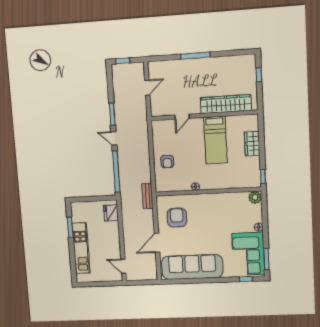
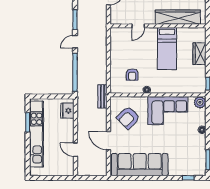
door: (114, 138) -> (75, 42), hinge flipped
armchair: (167, 162) -> (132, 75), moved
armchair: (177, 218) -> (128, 118), turned -134
door: (157, 243) -> (108, 141), hinge flipped
kitchen unit: (81, 248) -> (37, 134), width x1.36
corner sofa: (248, 254) -> (168, 111), moved, turned -90
door: (123, 266) -> (76, 150), moved

